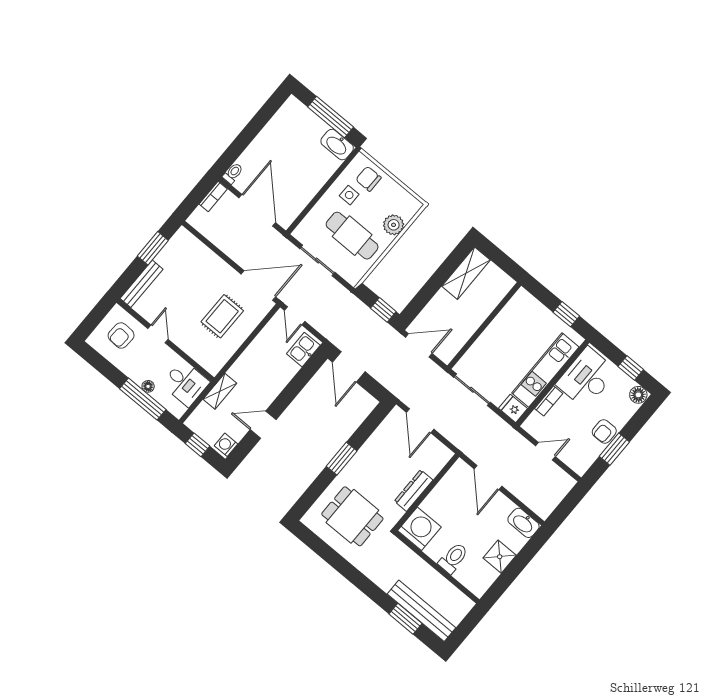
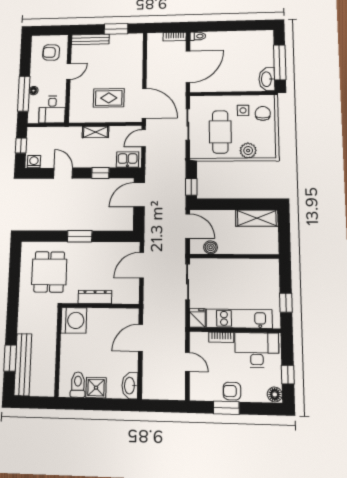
boiler: (457, 341) -> (211, 247), added
window: (294, 387) -> (100, 173), added
shelving: (220, 391) -> (95, 132), moved
toilet: (453, 558) -> (78, 385), moved, turned -90

